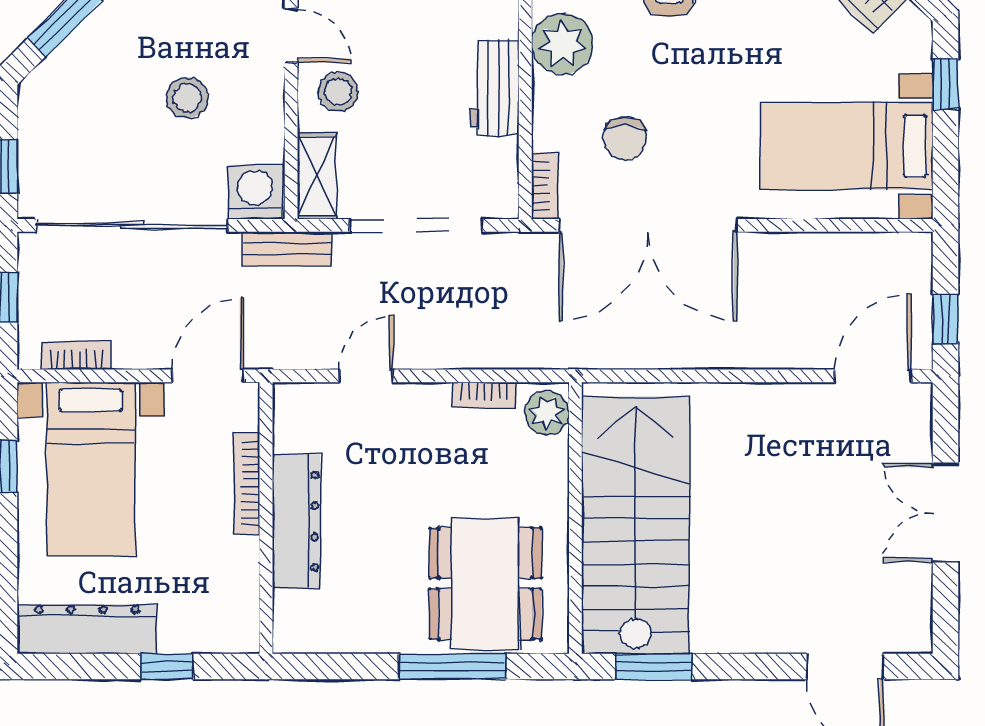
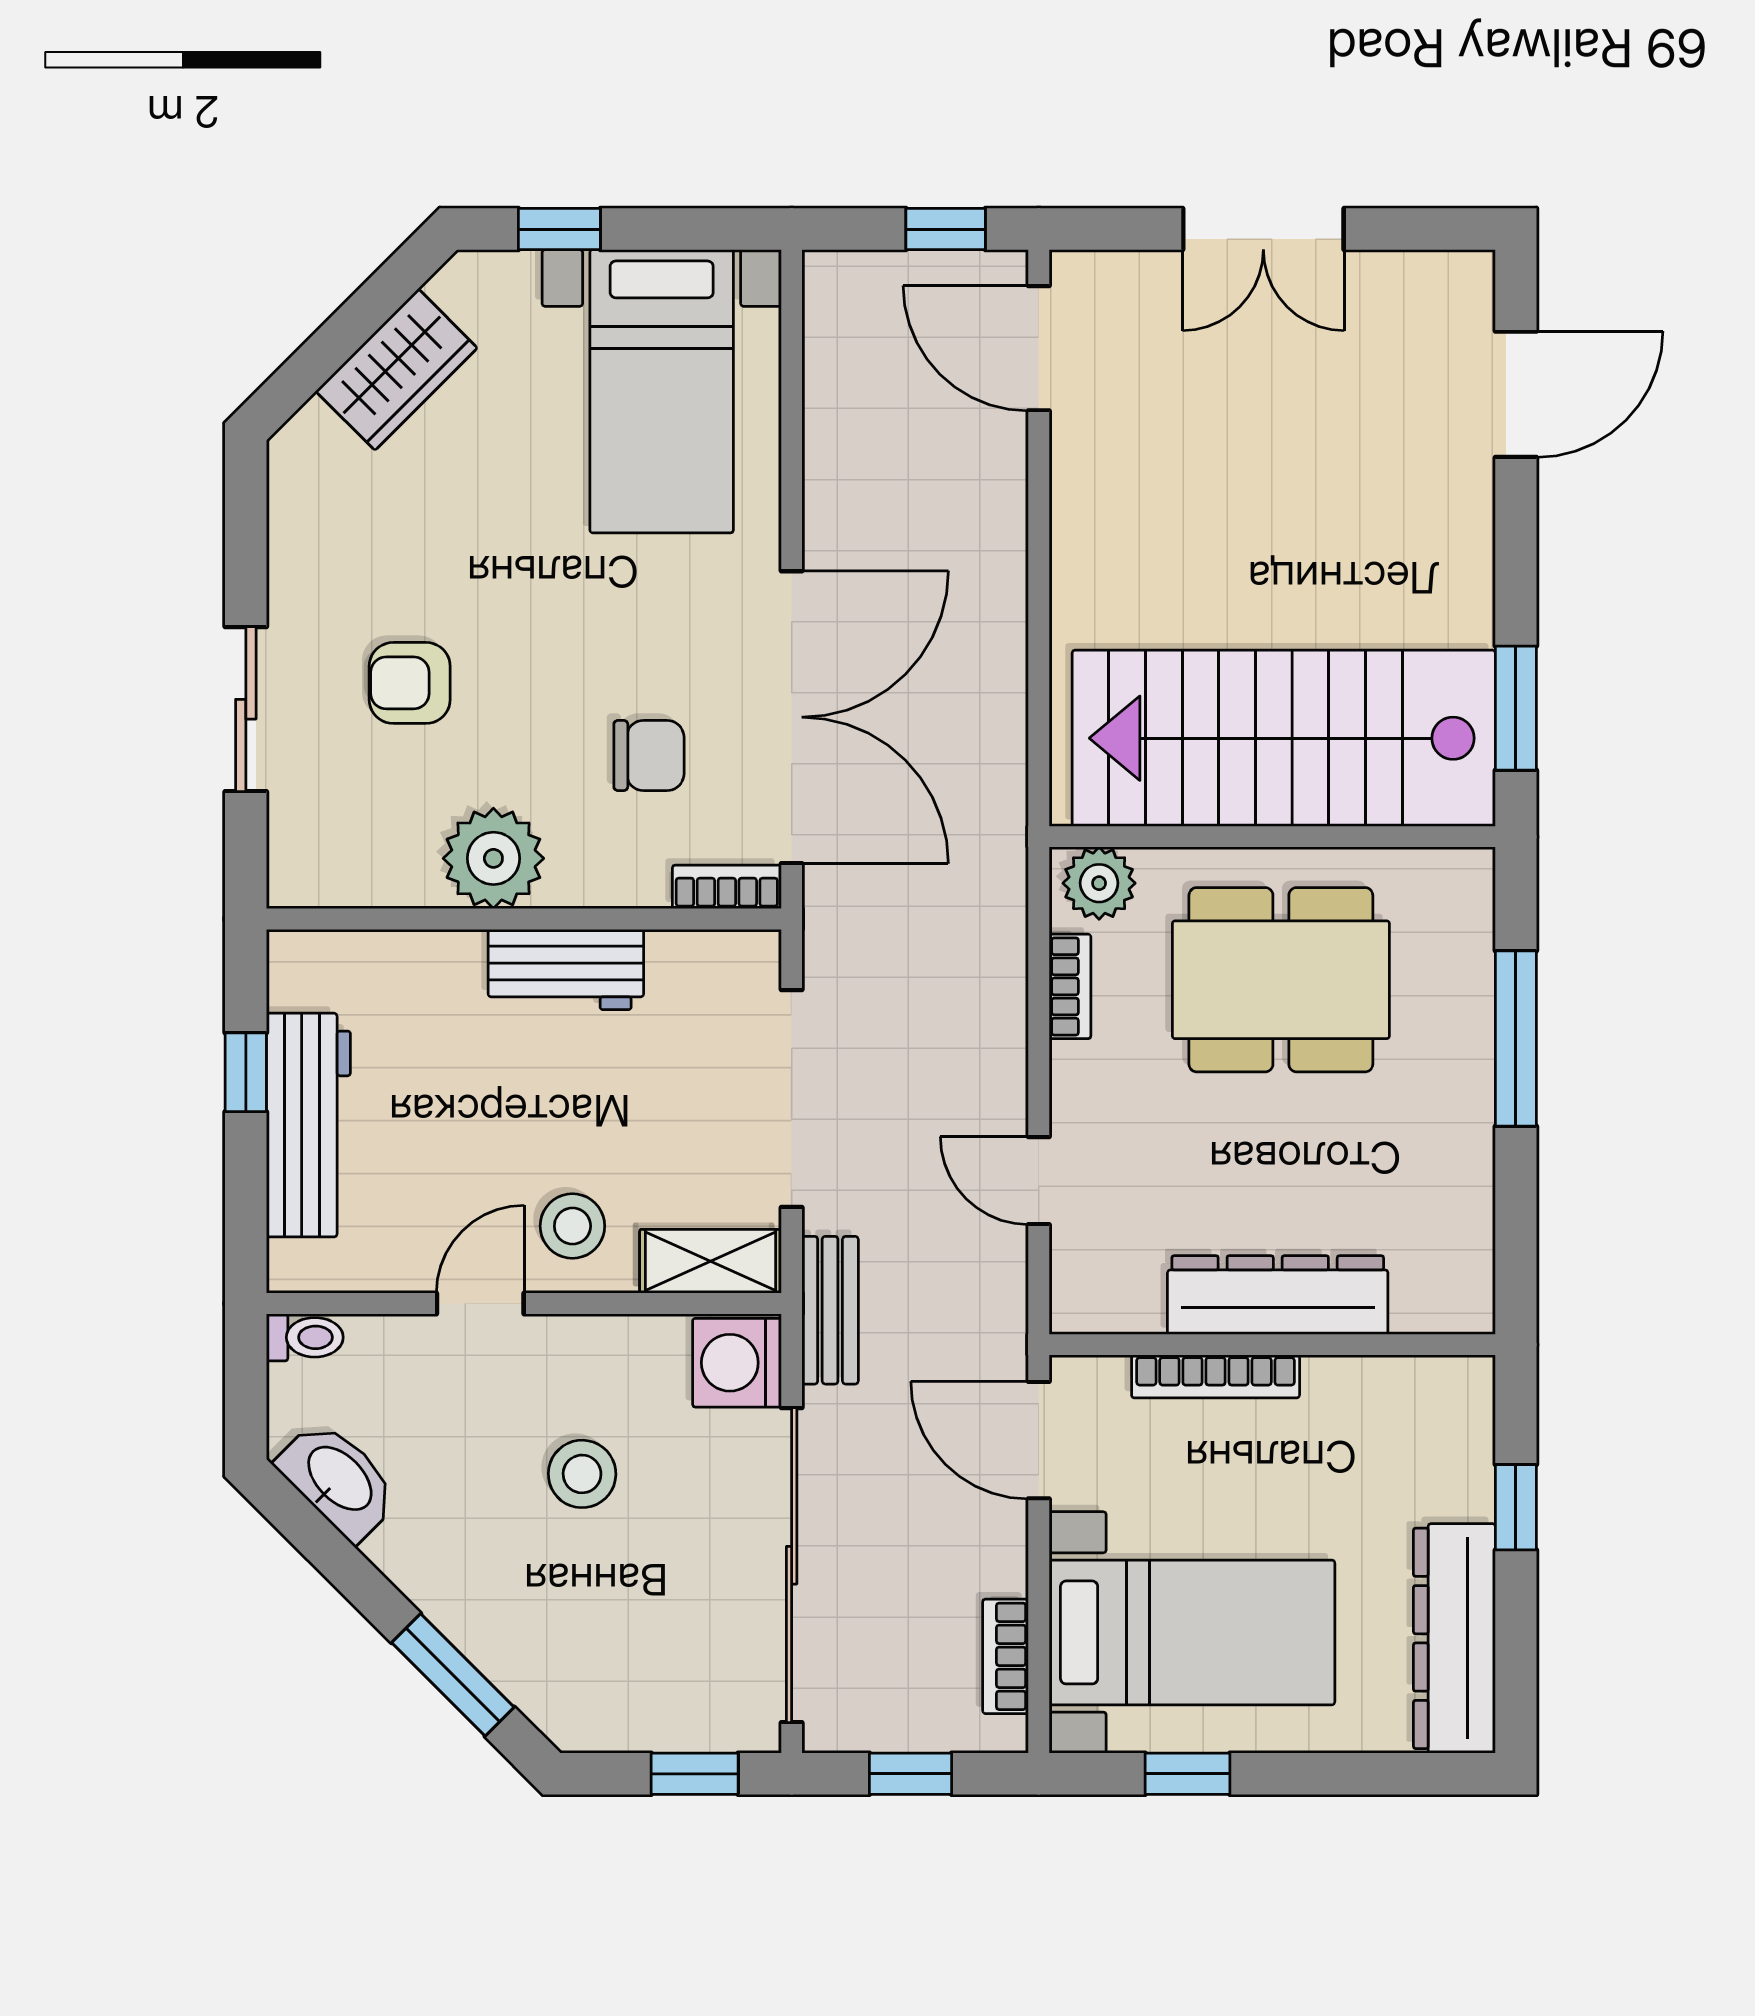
dining table: (485, 584) -> (1281, 980), moved

